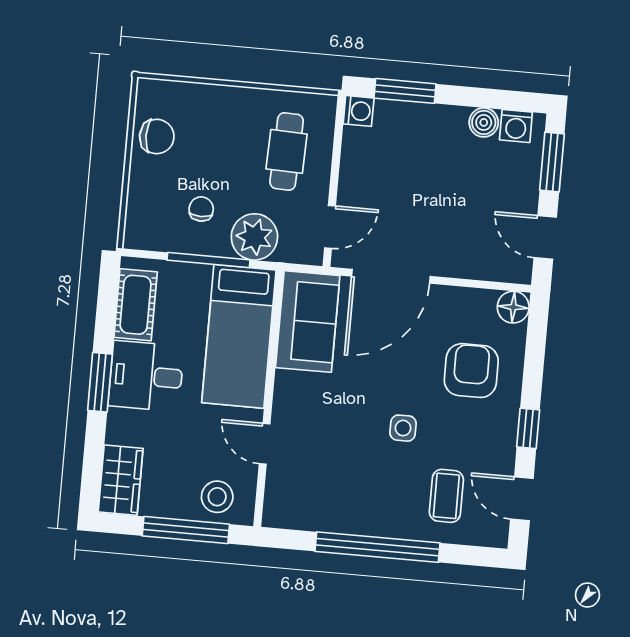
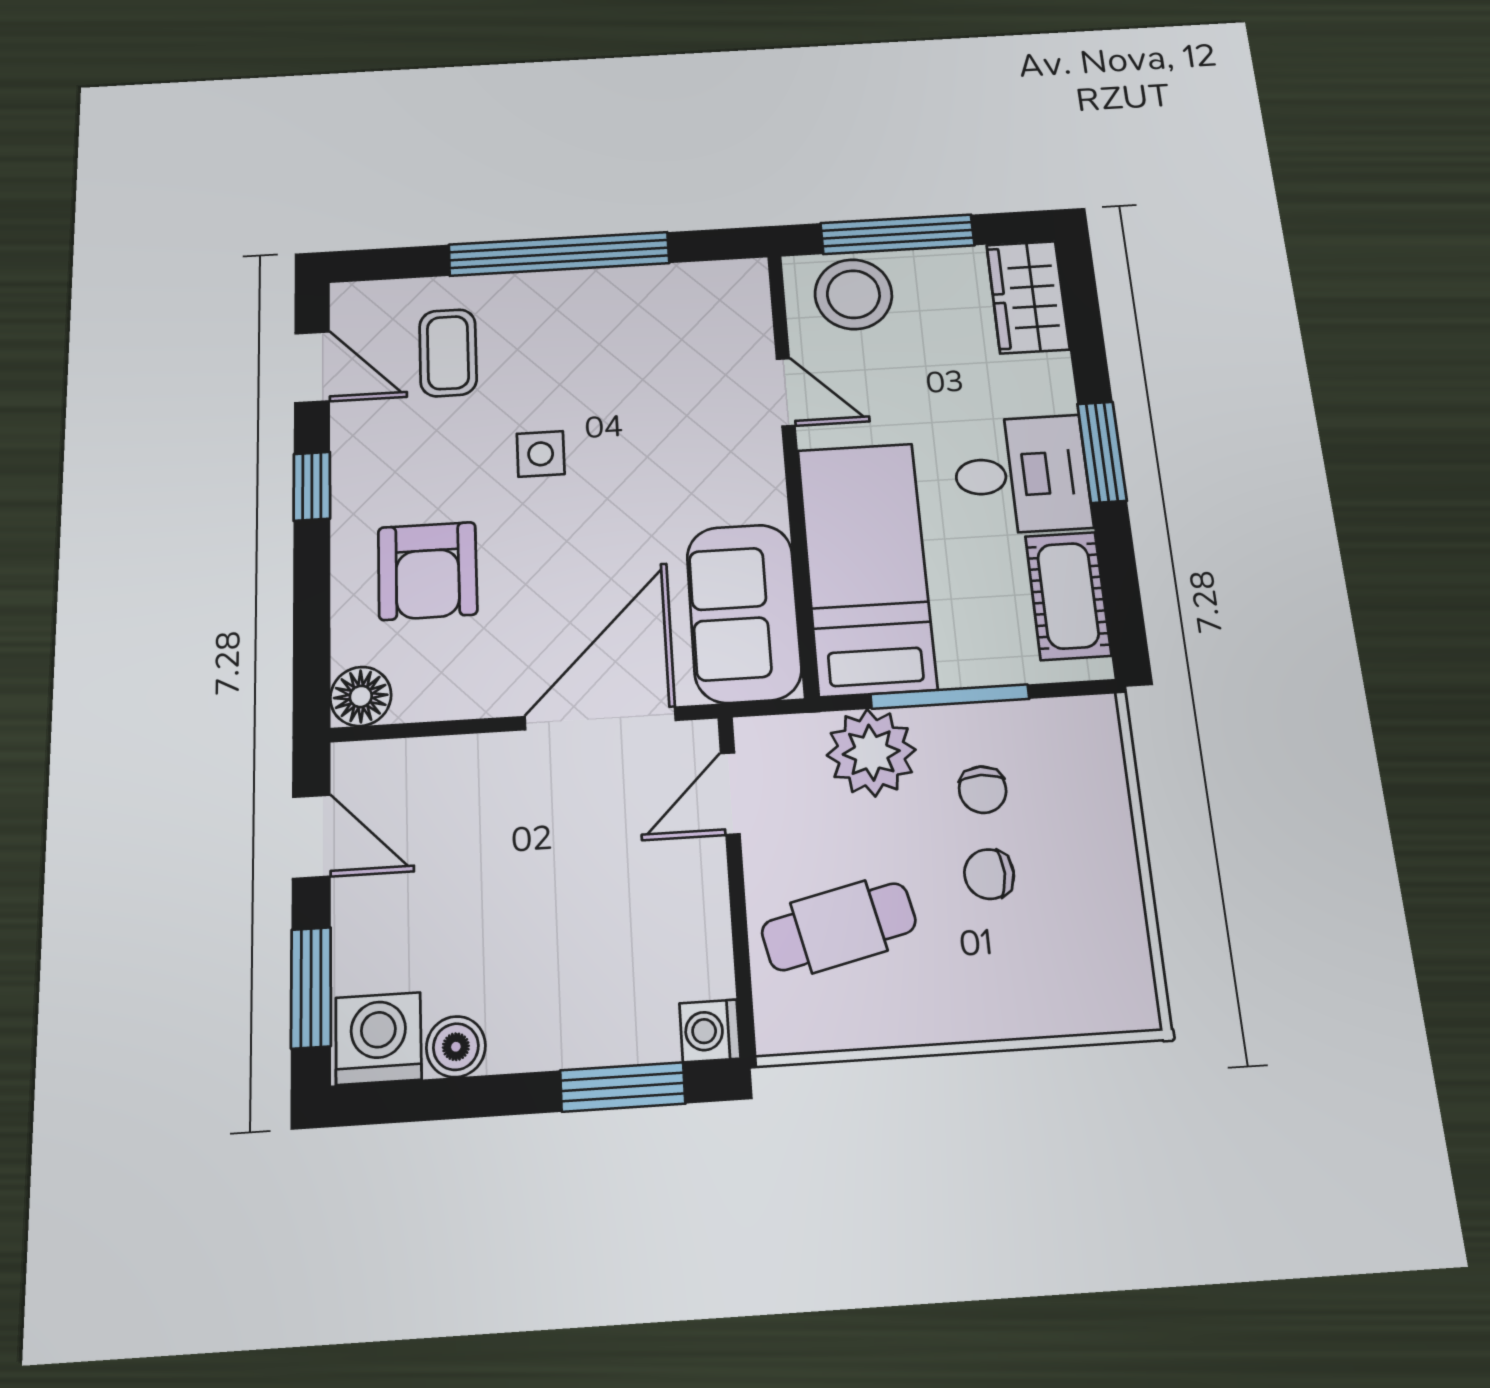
washing machine: (516, 126) -> (378, 1038), width x1.38, depth x1.38
chair: (157, 137) -> (989, 874), moved, width x0.73, depth x0.73
cafe table: (287, 151) -> (839, 927), turned 75
stool: (217, 497) -> (853, 294), width x1.38, depth x1.38

